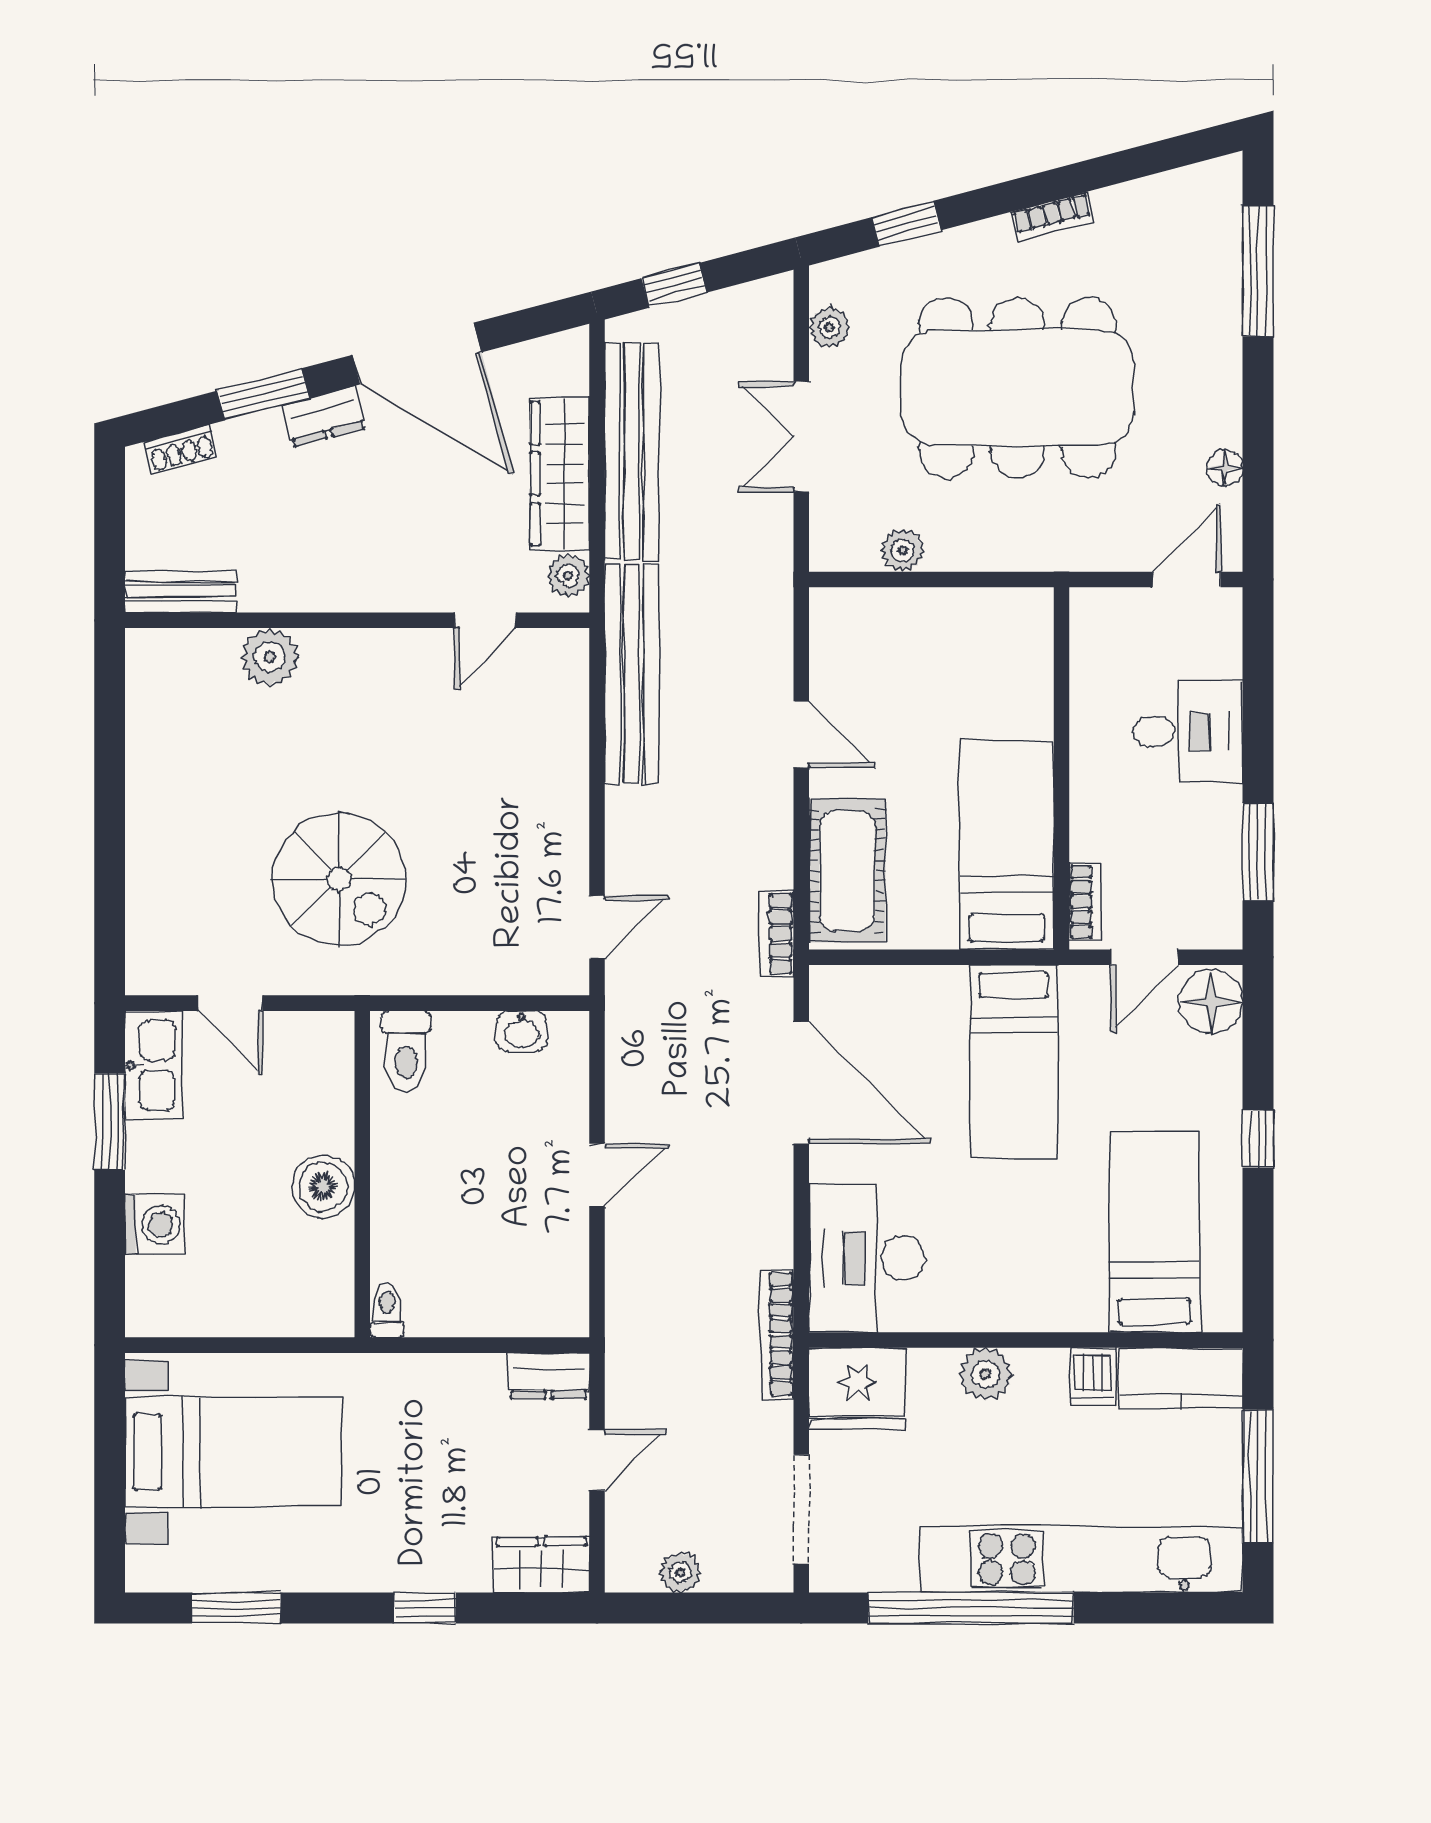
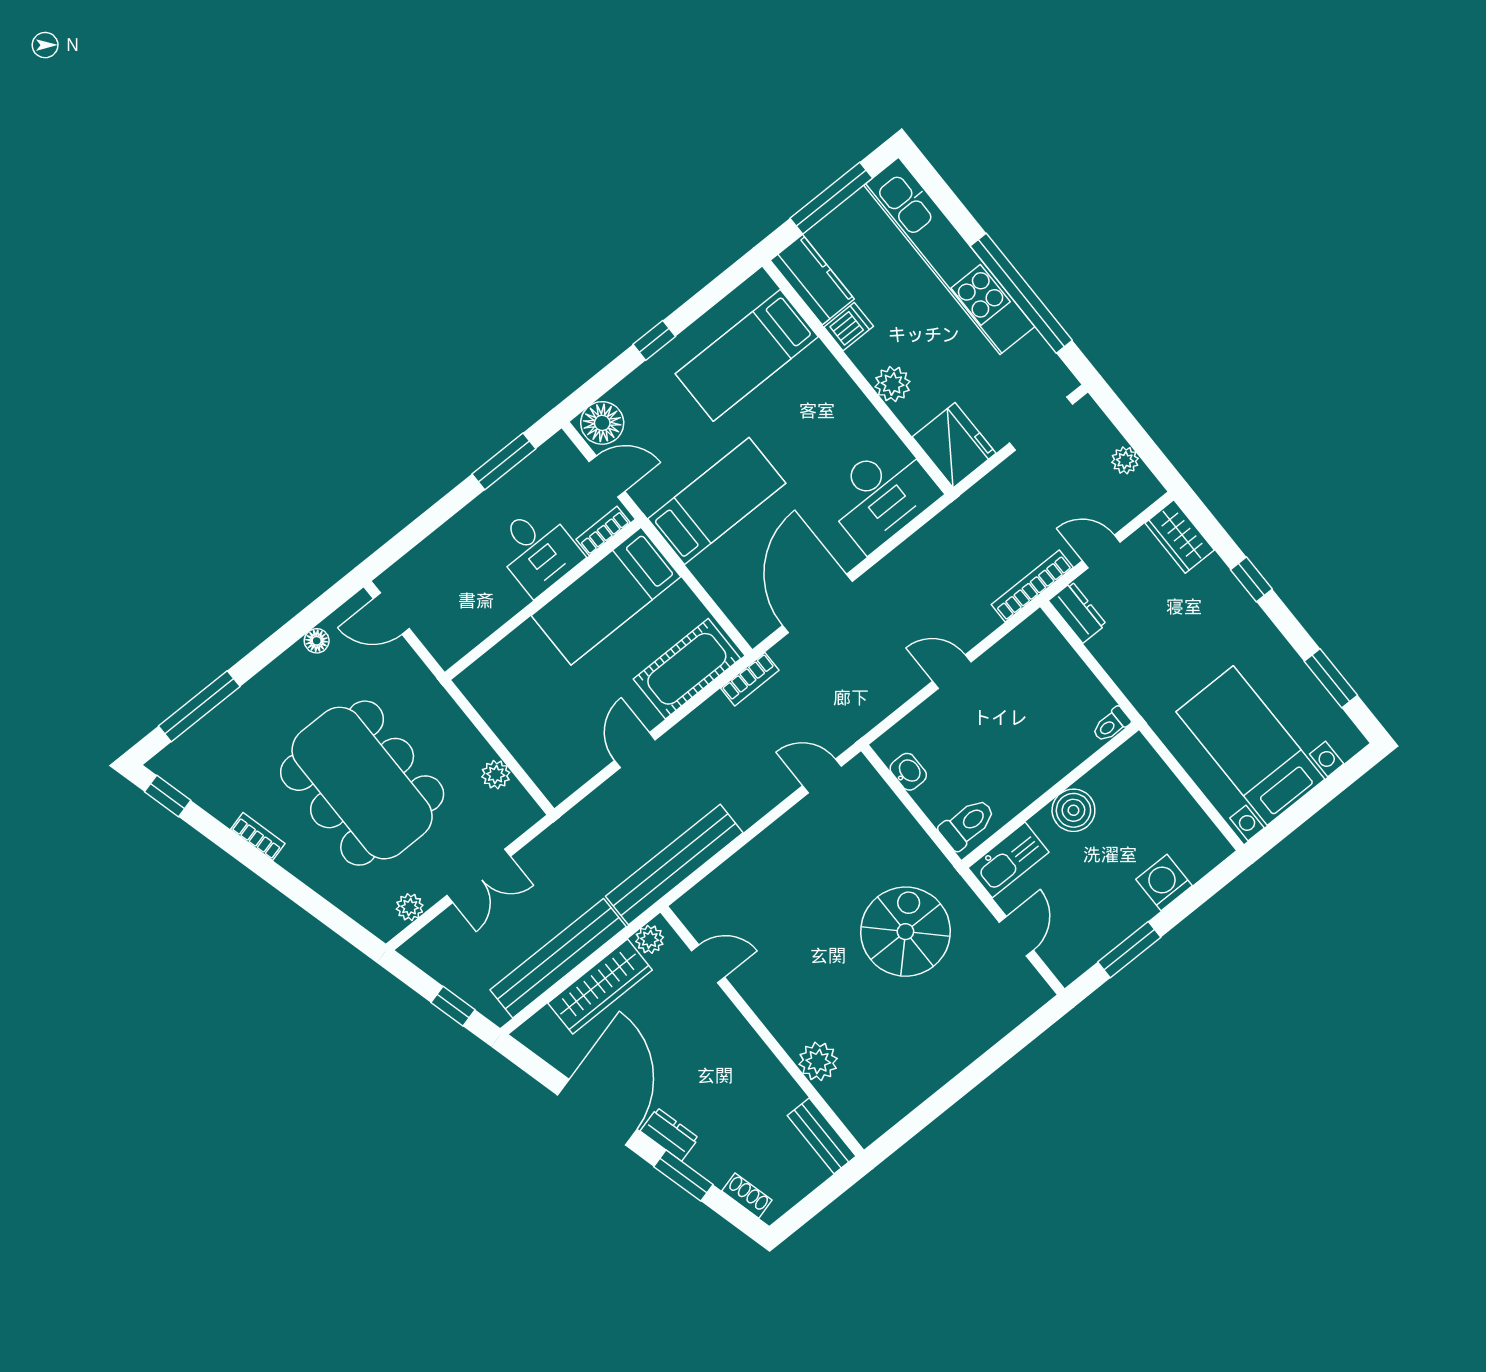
window: (906, 224) -> (168, 796), moved
desk: (1188, 732) -> (537, 550), moved, turned 180
kitchen sink: (154, 1065) -> (1009, 860), moved, turned 180
bookcase: (777, 1334) -> (1032, 586), moved, turned 180

